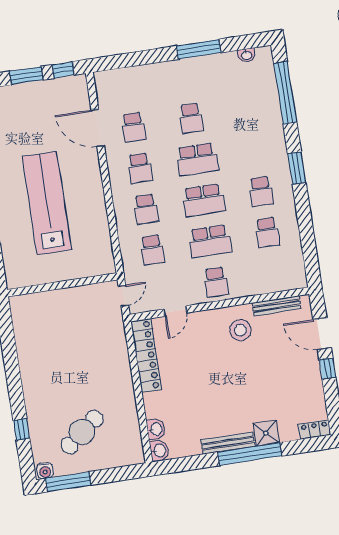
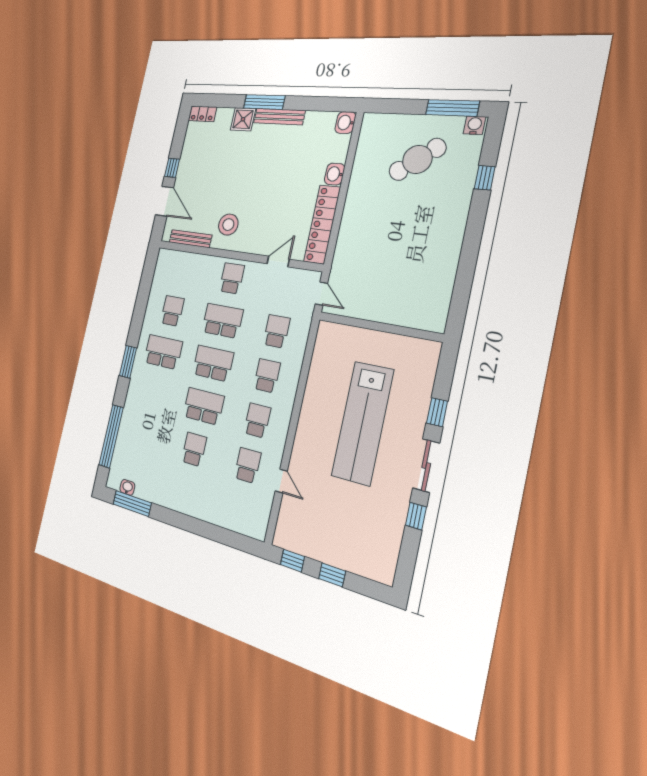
window: (199, 49) -> (132, 504), moved
window: (26, 76) -> (332, 575), width x0.67
door: (98, 128) -> (281, 481), width x0.53
school desk: (261, 191) -> (163, 352), width x1.85
door: (123, 296) -> (321, 294), swing flipped
washbasin: (156, 429) -> (335, 174), moved
window: (250, 454) -> (264, 102), width x0.68

